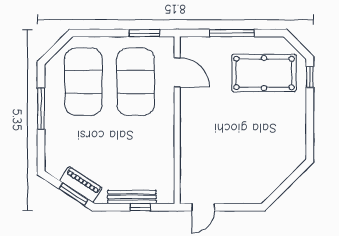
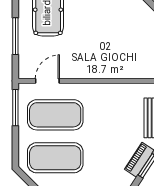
window: (145, 33) -> (15, 108), width x1.44

